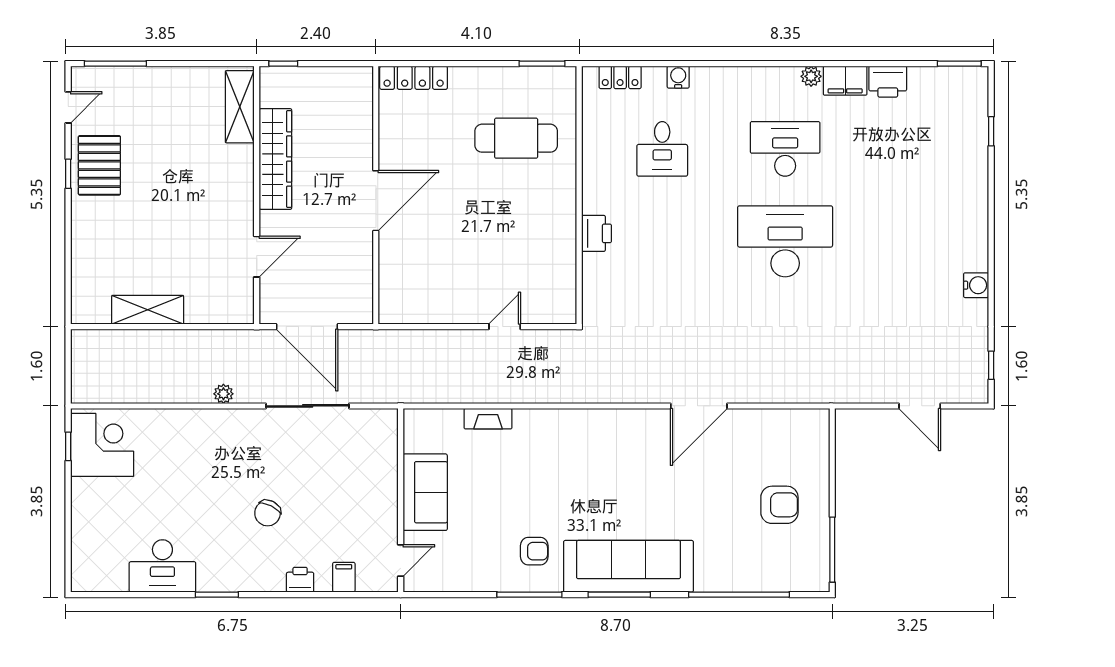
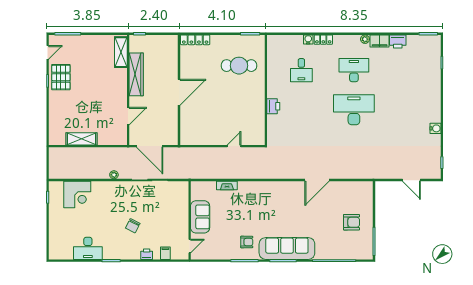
locker: (620, 77) -> (323, 40), moved
corner desk: (102, 445) -> (77, 195), moved, turned 90

